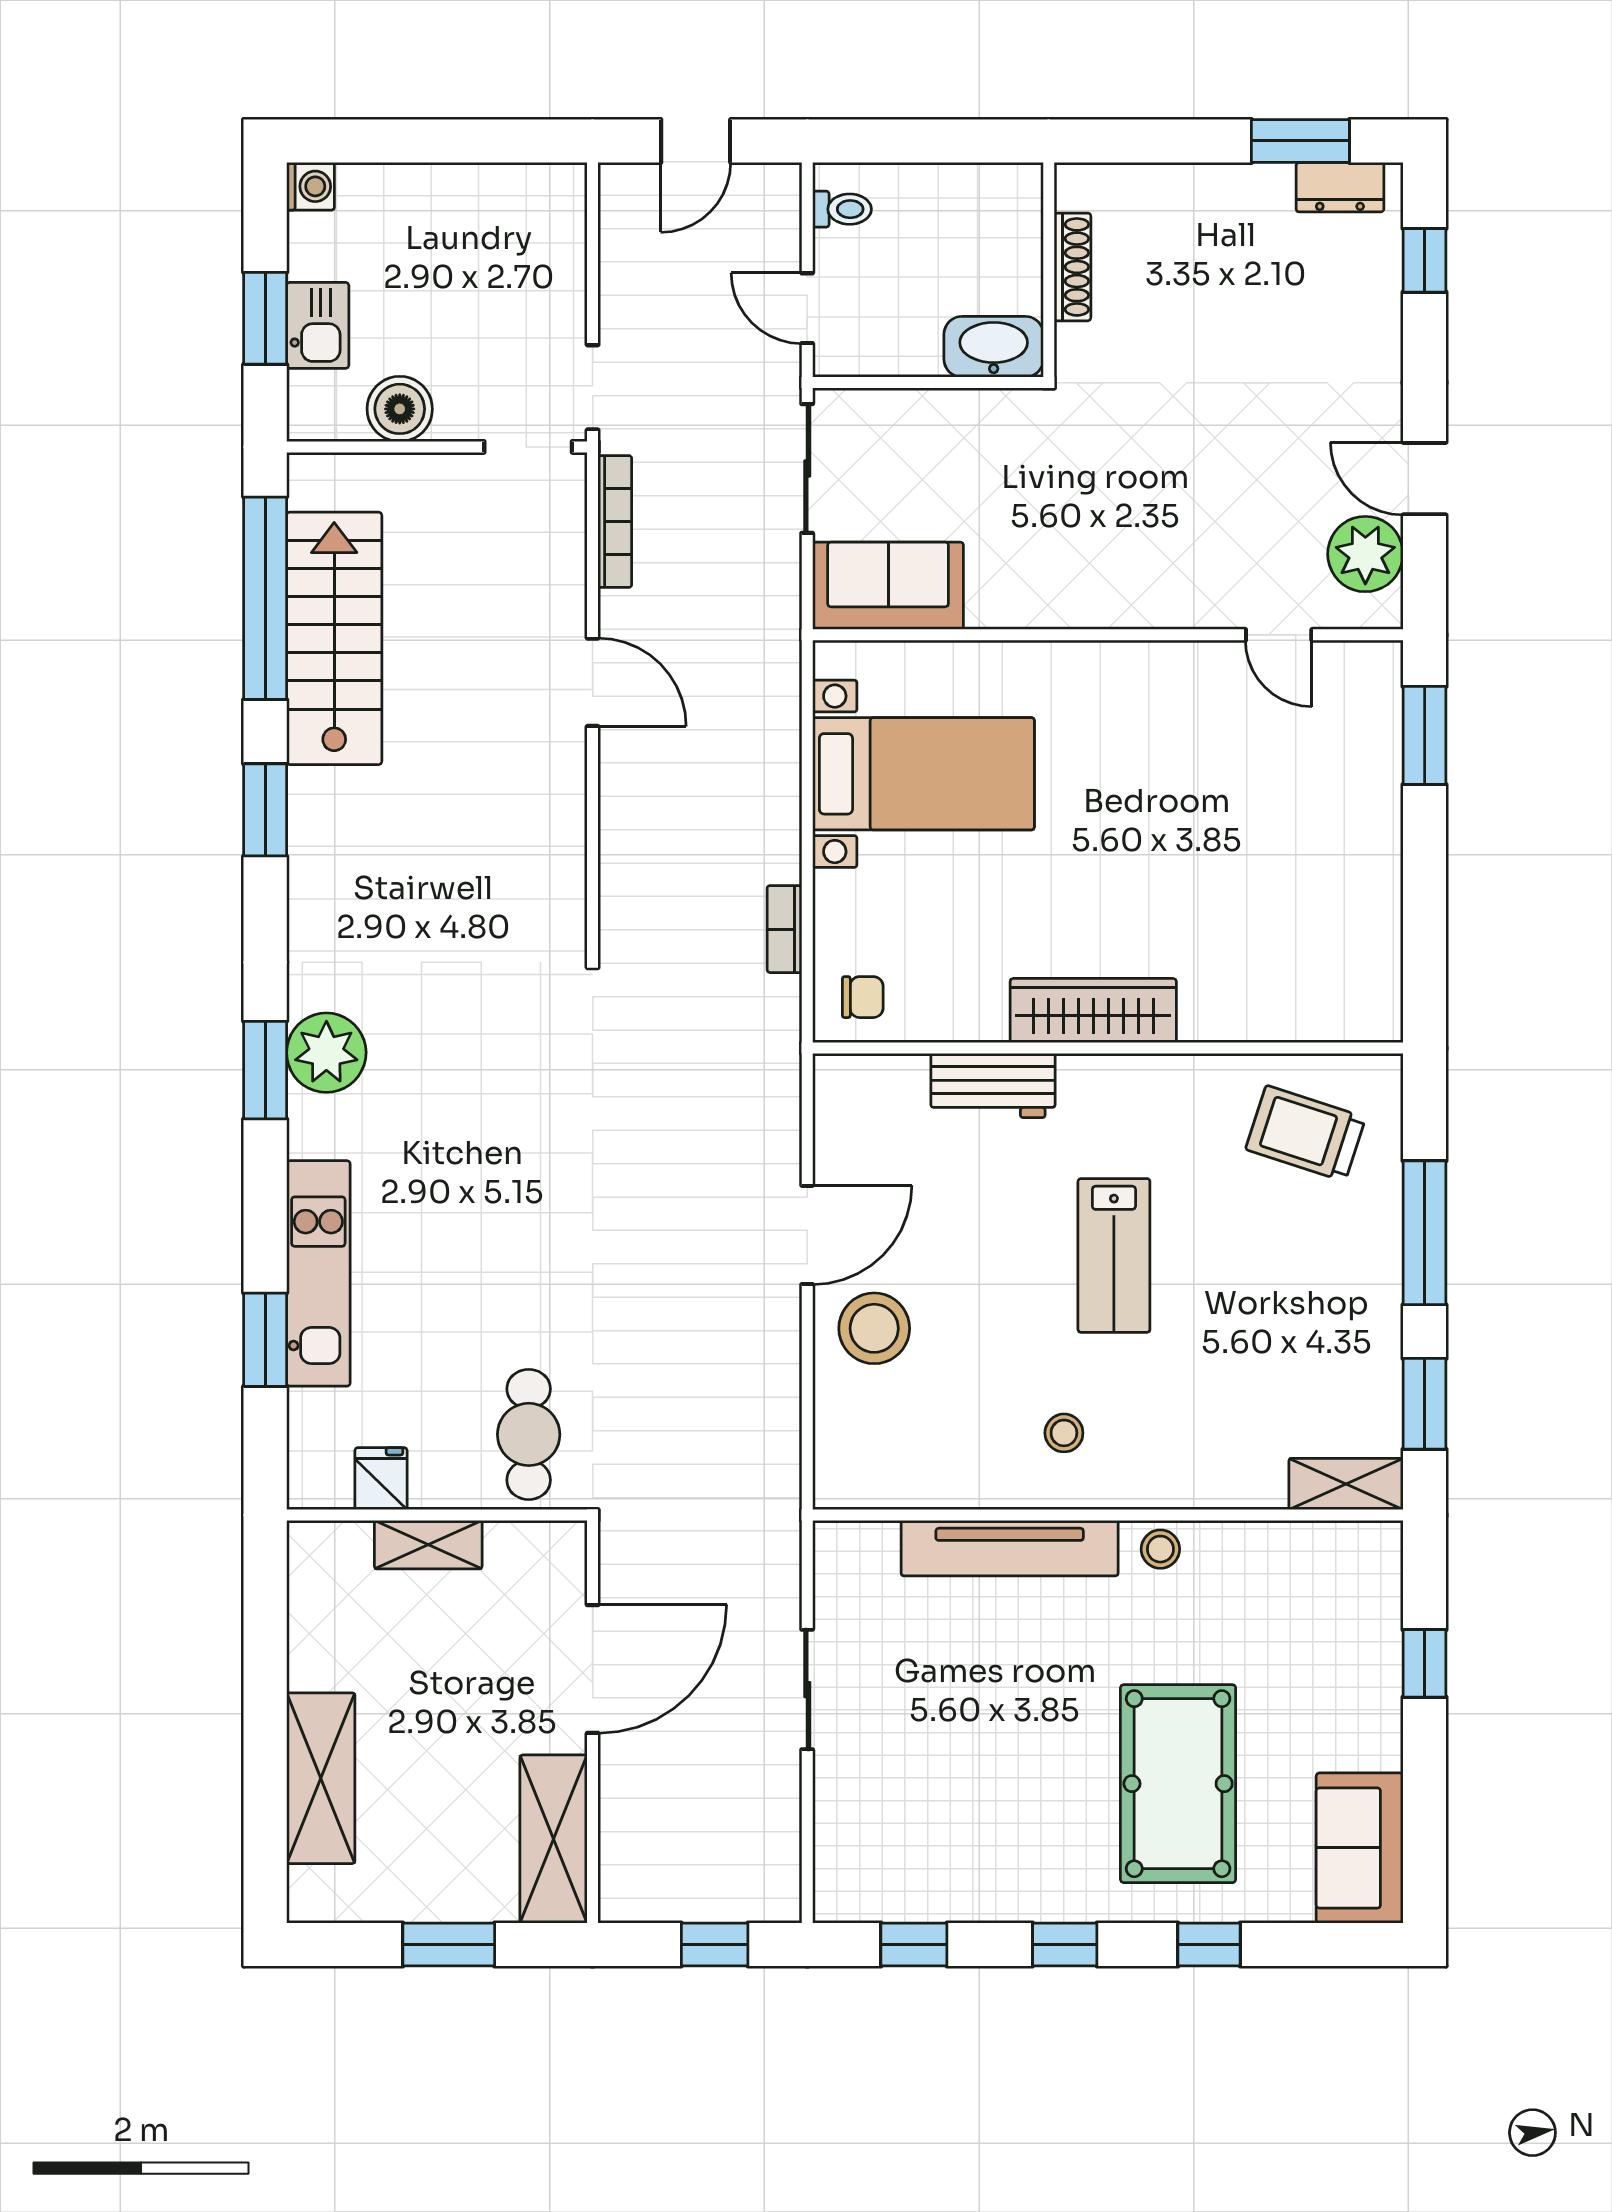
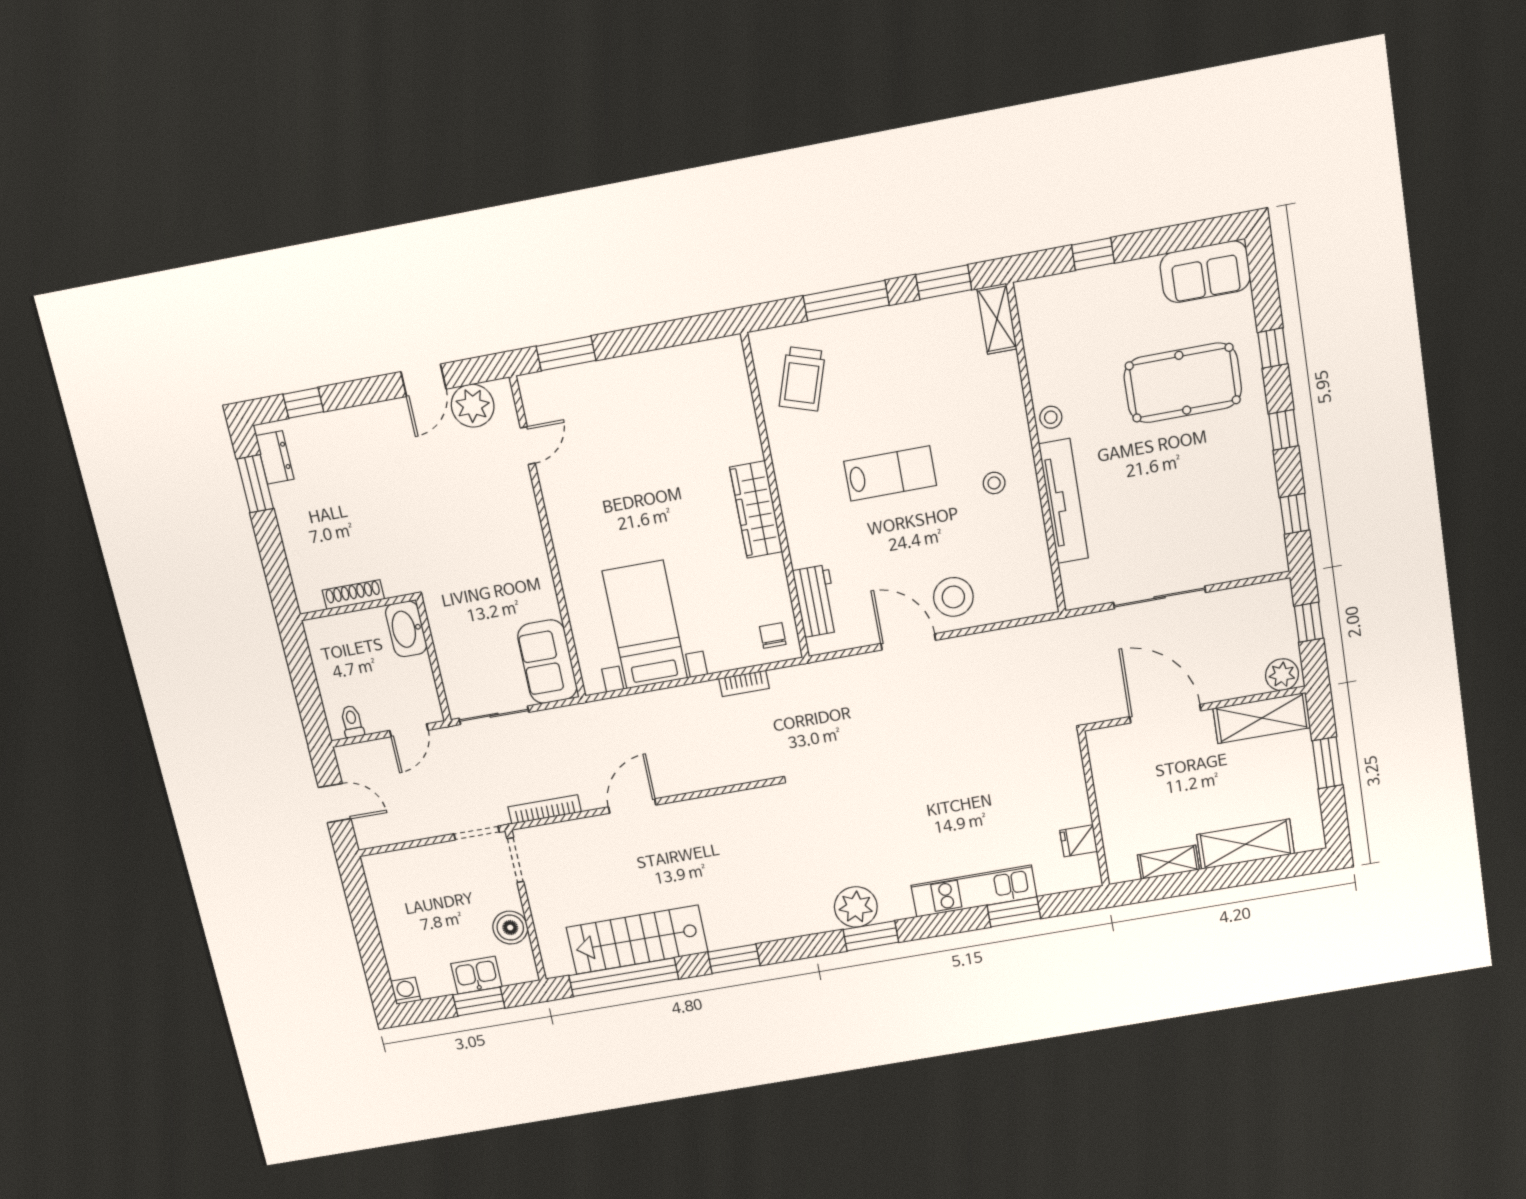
workbench: (993, 1086) -> (816, 601), moved
cafe table: (529, 1434) -> (1042, 769), removed
shelving: (428, 1545) -> (1168, 862), moved, turned 90
sliding door: (807, 1690) -> (1160, 597), width x1.37
plant: (627, 1885) -> (1282, 675), added

